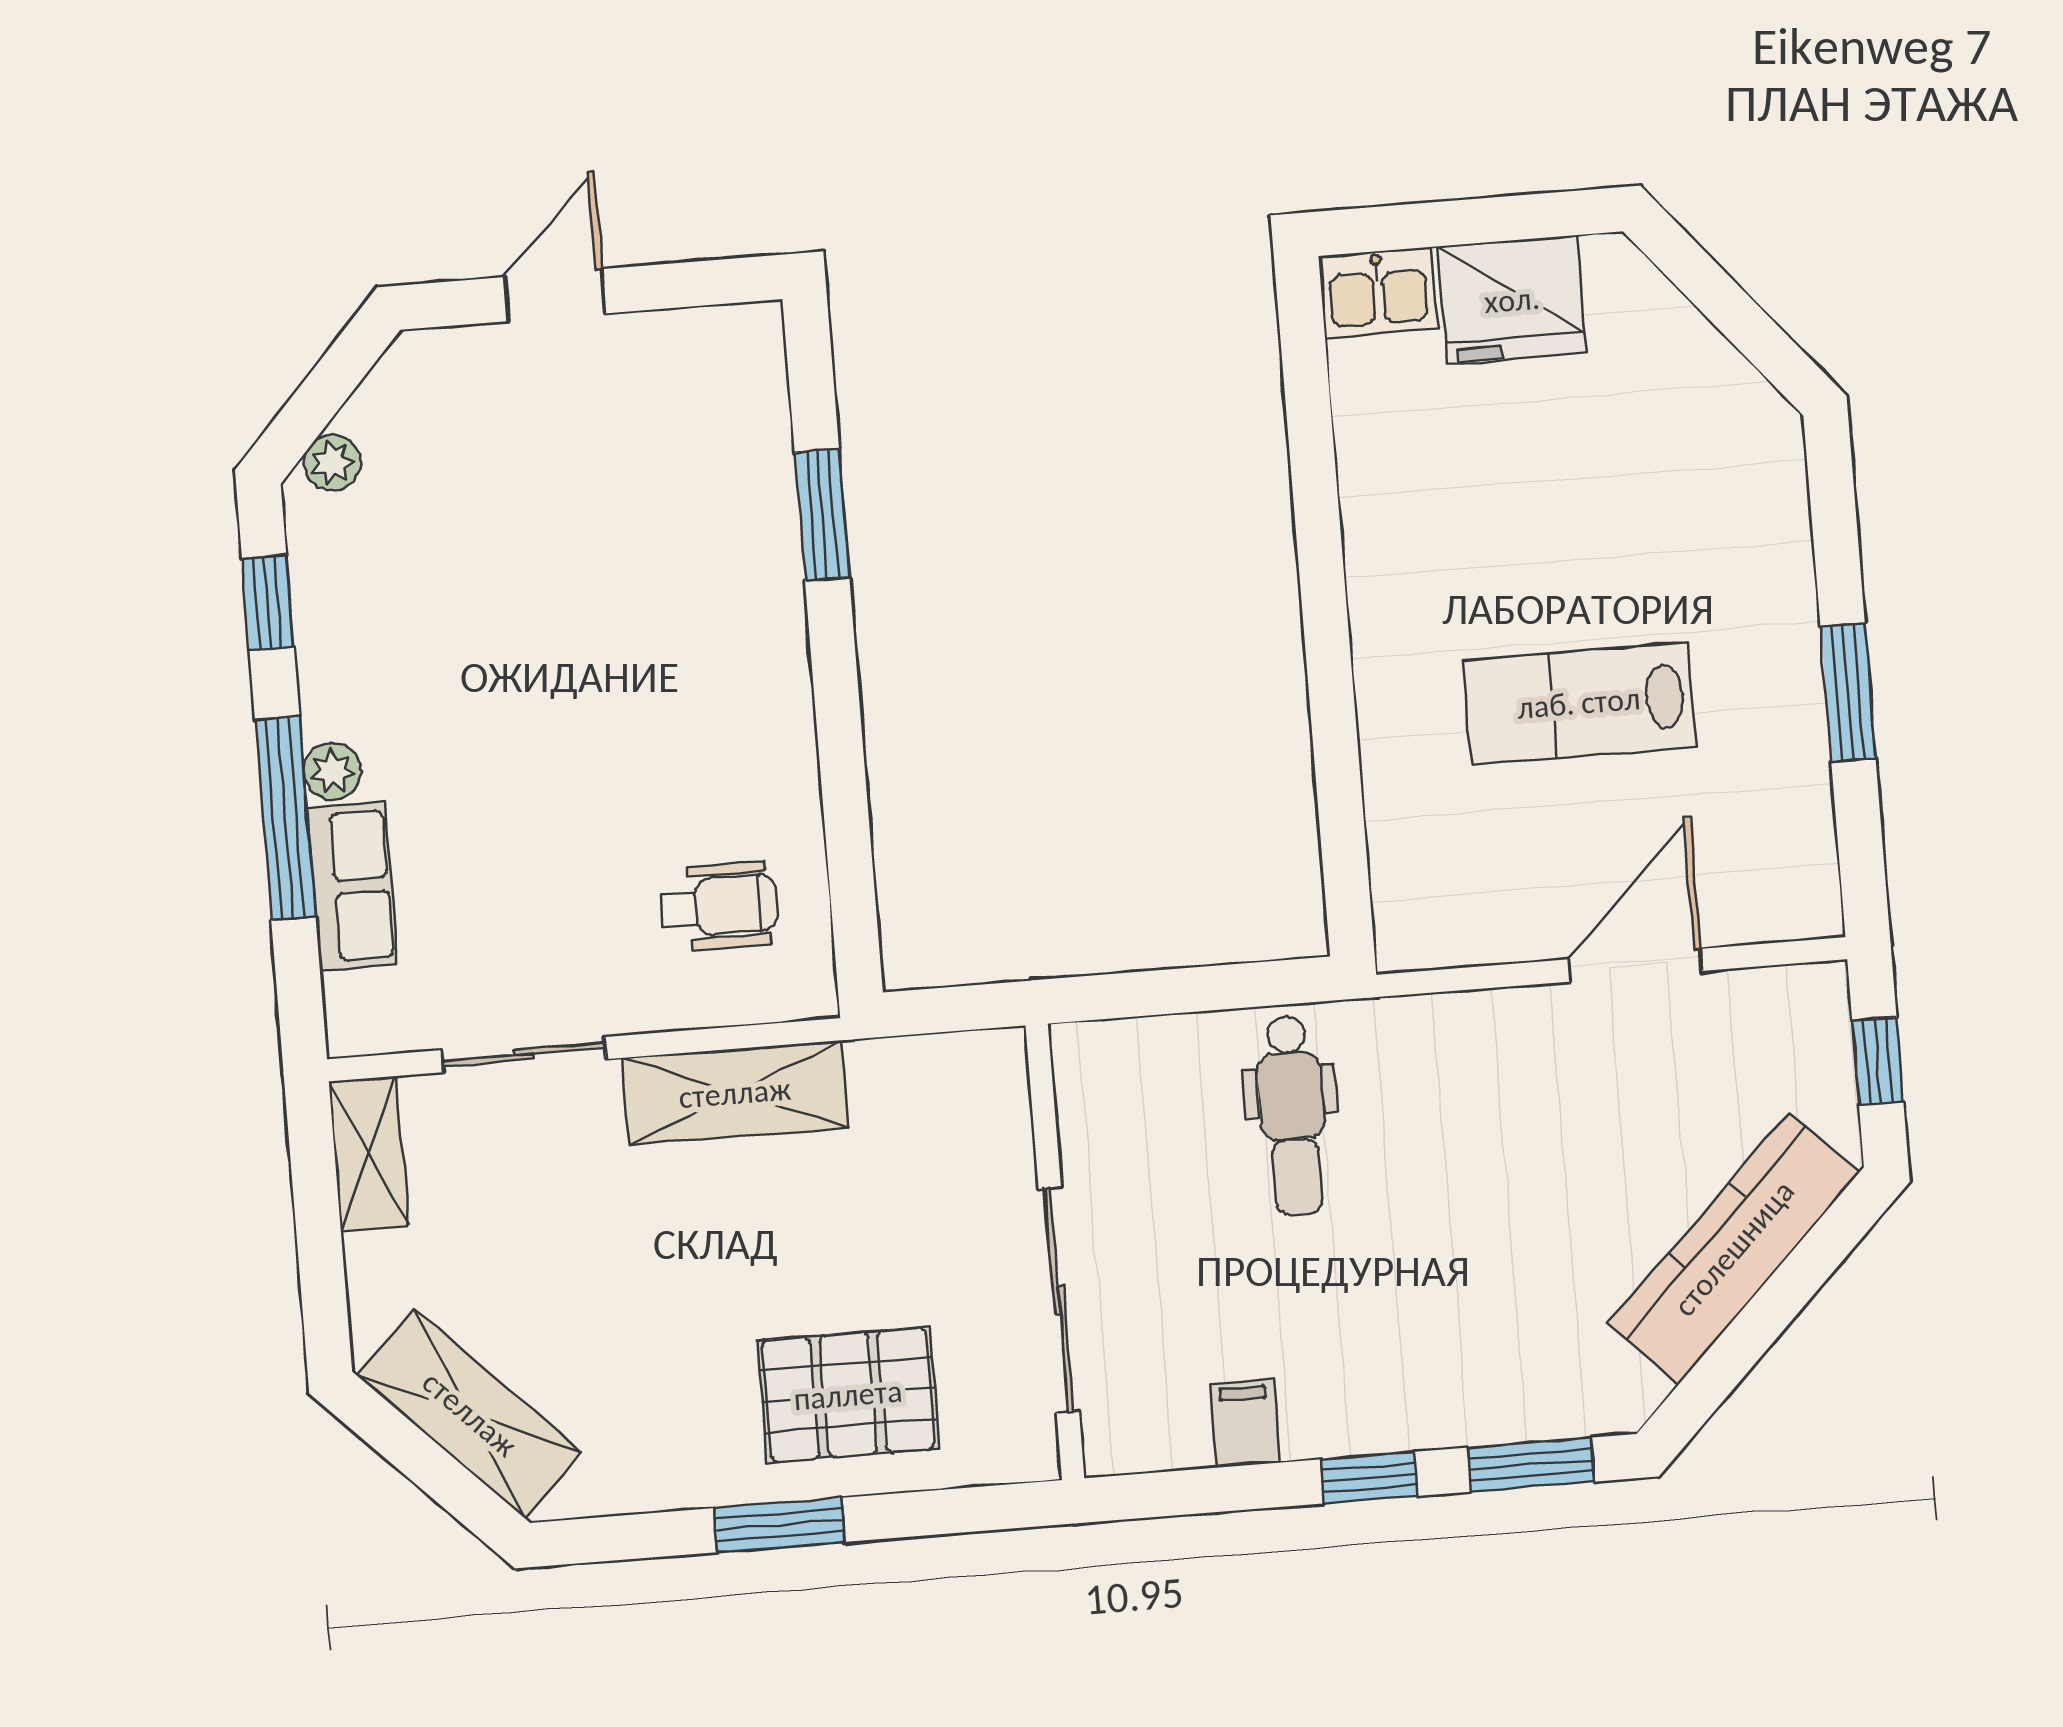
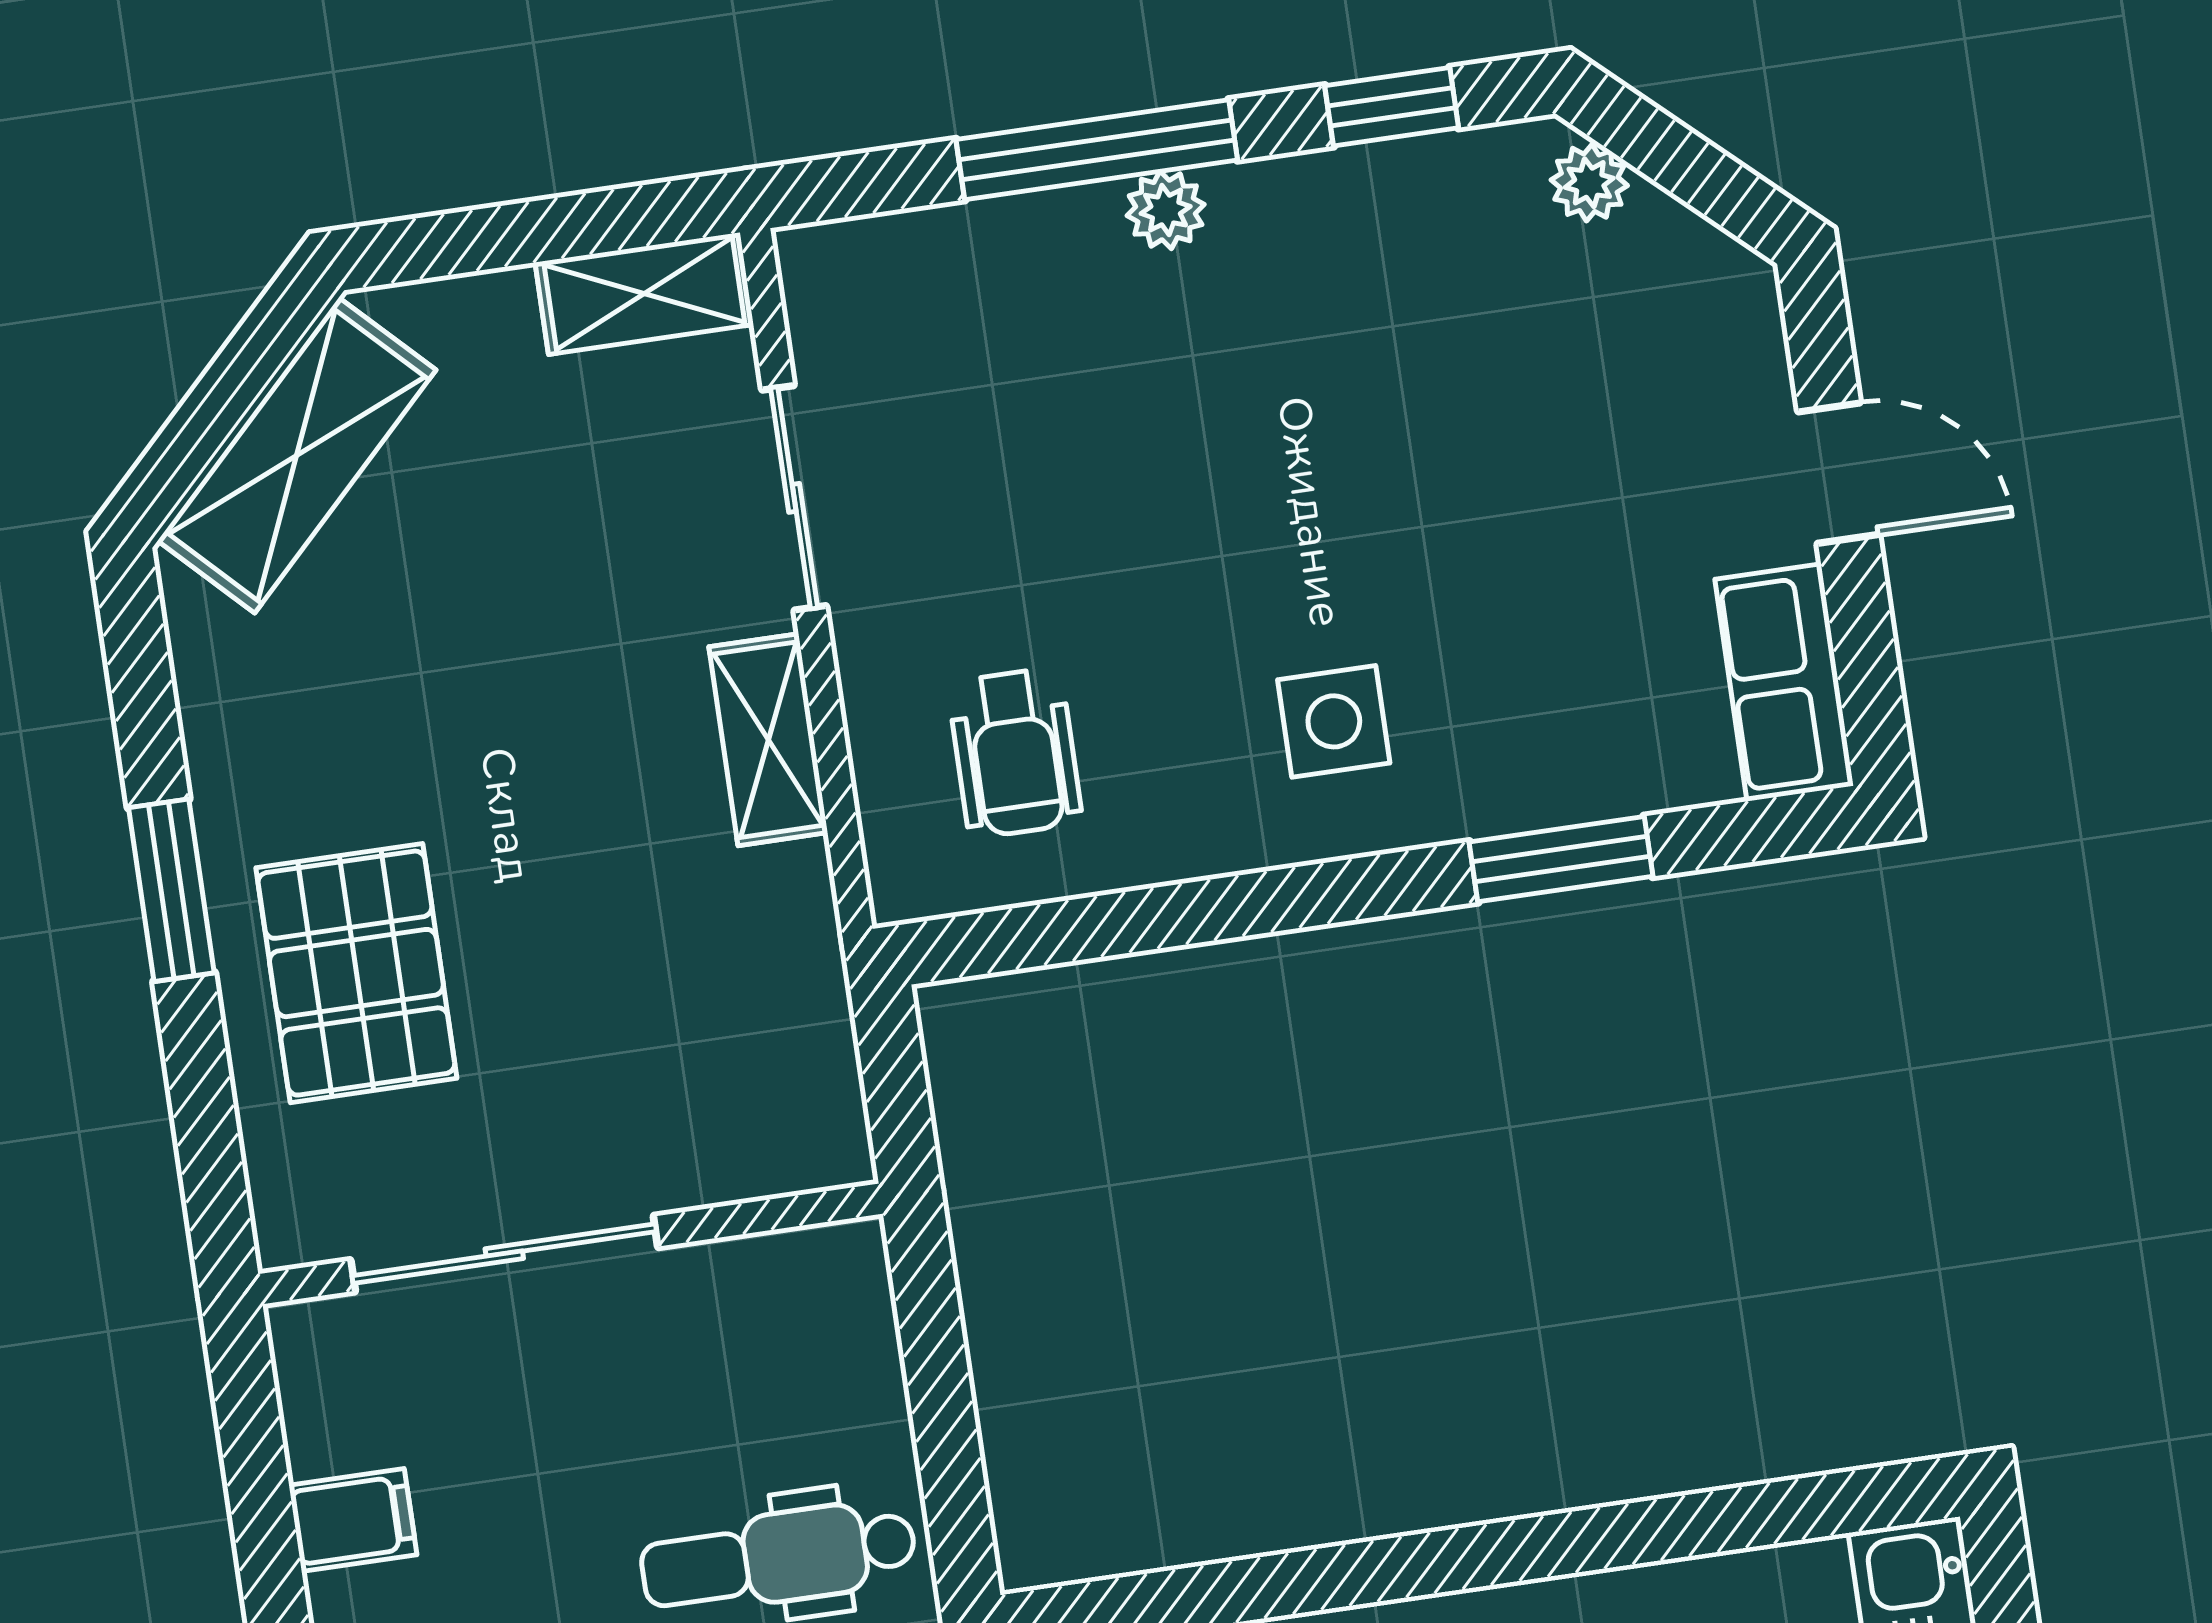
side table: (711, 673) -> (1334, 721), added
row of seats: (352, 886) -> (1784, 682), moved, turned 90
shelving: (735, 1093) -> (768, 740), width x0.67, depth x0.75

